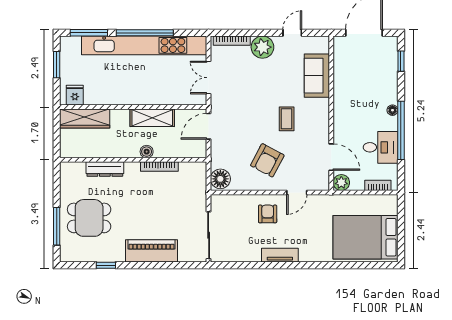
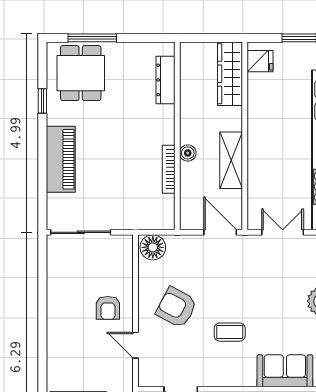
dresser: (105, 169) -> (165, 80), moved
armchair: (268, 214) -> (108, 308), turned 90
dining table: (89, 218) -> (81, 73), moved
tv unit: (280, 255) -> (55, 323), removed

